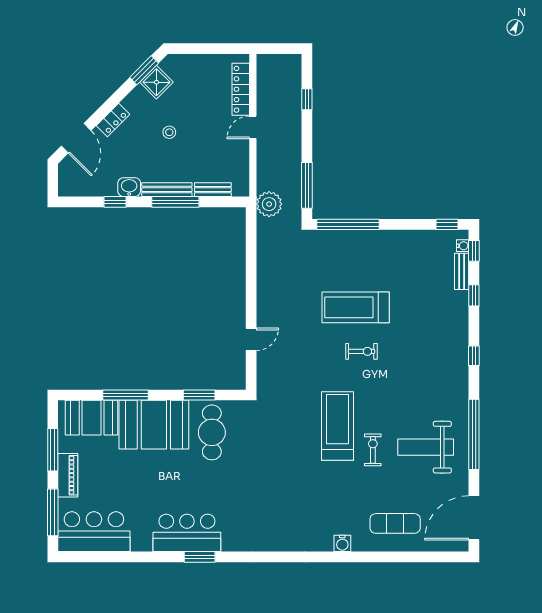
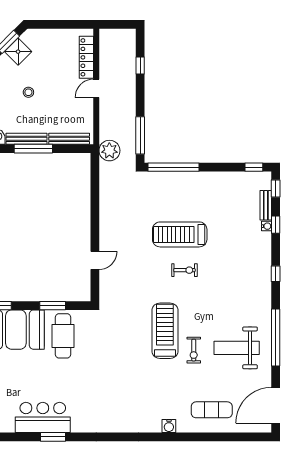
bench: (213, 190) -> (69, 139), width x1.36
water cooler: (463, 246) -> (267, 226), moved
exercise bike: (373, 450) -> (194, 350), turned 180

